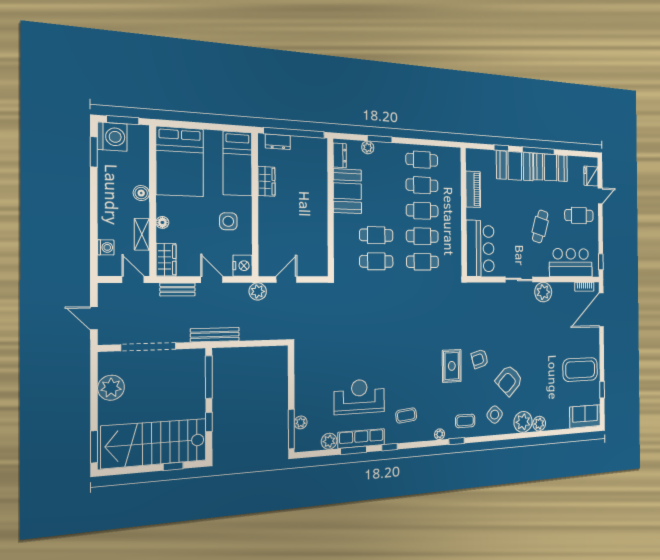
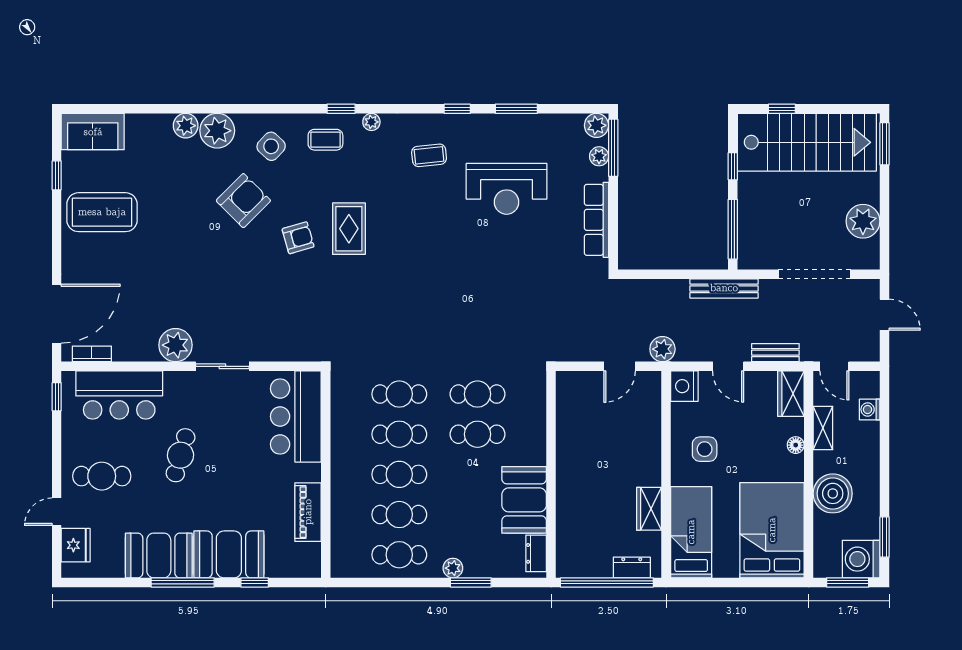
plant: (368, 148) -> (453, 568), moved
boiler: (141, 193) -> (833, 493), width x1.86, depth x1.86
row of seats: (361, 438) -> (596, 220), moved, turned 90
plant: (329, 441) -> (596, 125), moved

